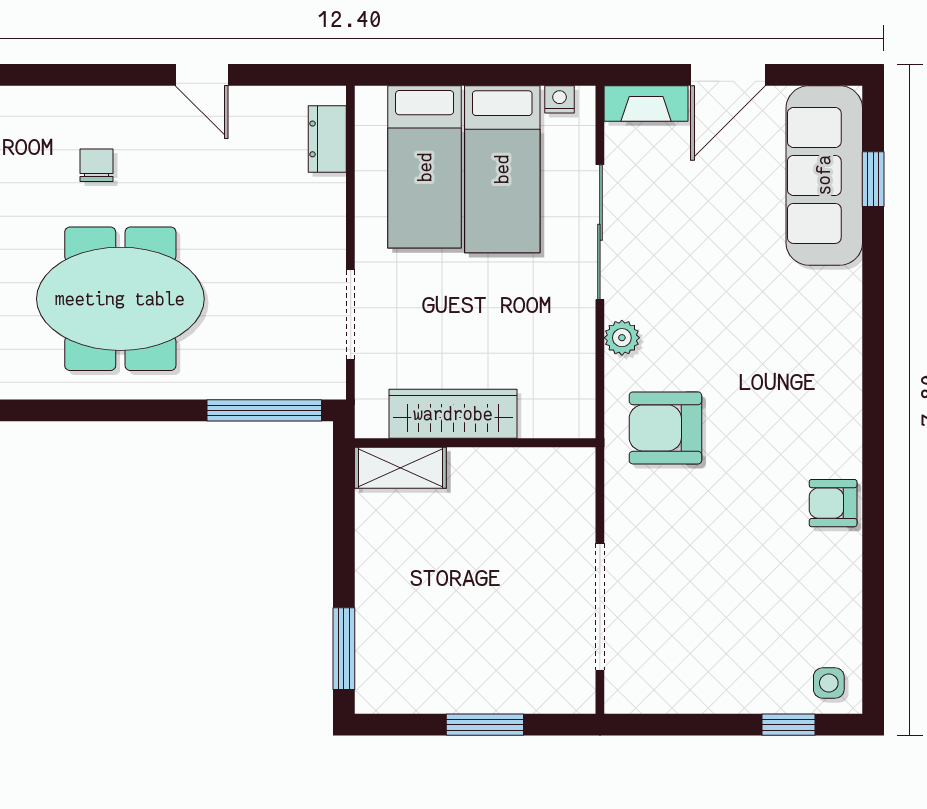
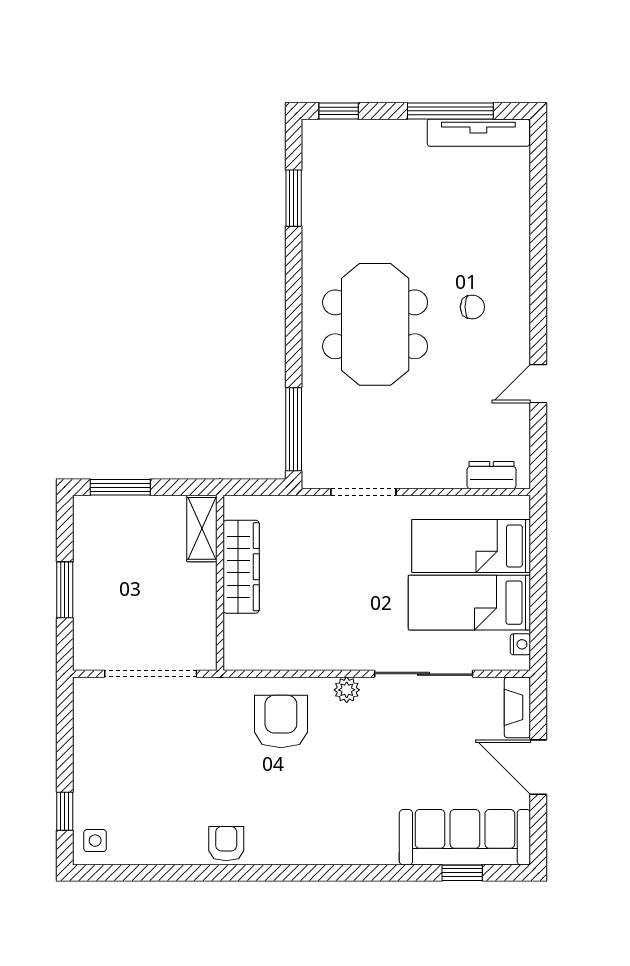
wardrobe: (453, 414) -> (241, 567), moved
wall: (475, 443) -> (220, 583), moved
shelving: (400, 468) -> (202, 528), moved

